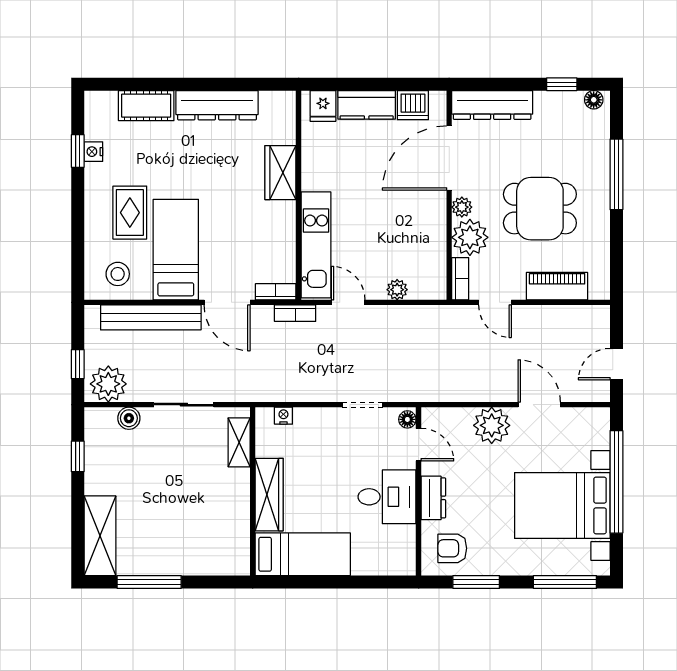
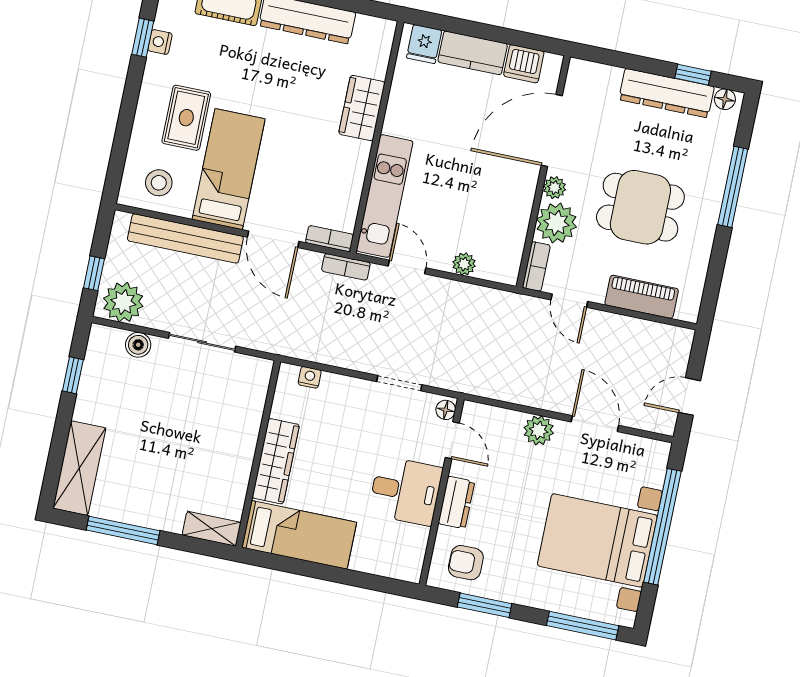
dresser: (492, 105) -> (667, 93), moved
plant: (492, 425) -> (539, 430), width x0.73, depth x0.73
shelving: (239, 442) -> (212, 529), moved, turned 90

